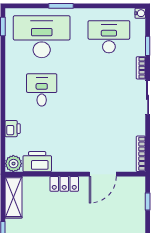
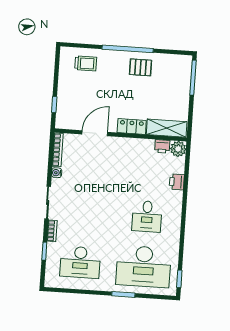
water cooler: (140, 13) -> (57, 173), moved
printer: (37, 162) -> (162, 146), width x0.53, depth x0.68
shelving: (14, 197) -> (167, 128), moved, turned 90

